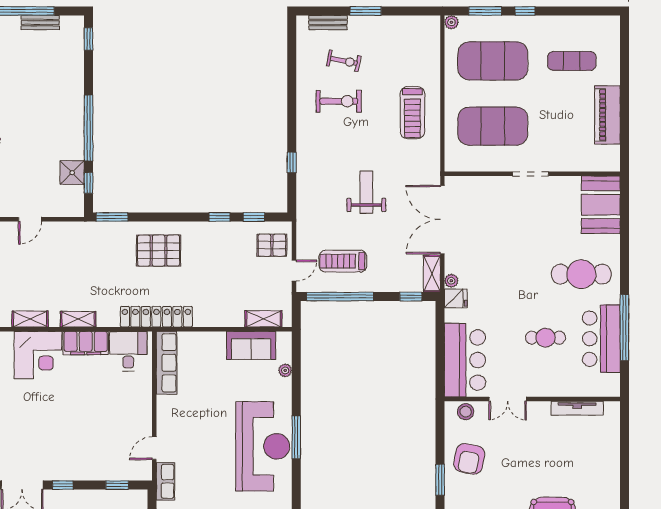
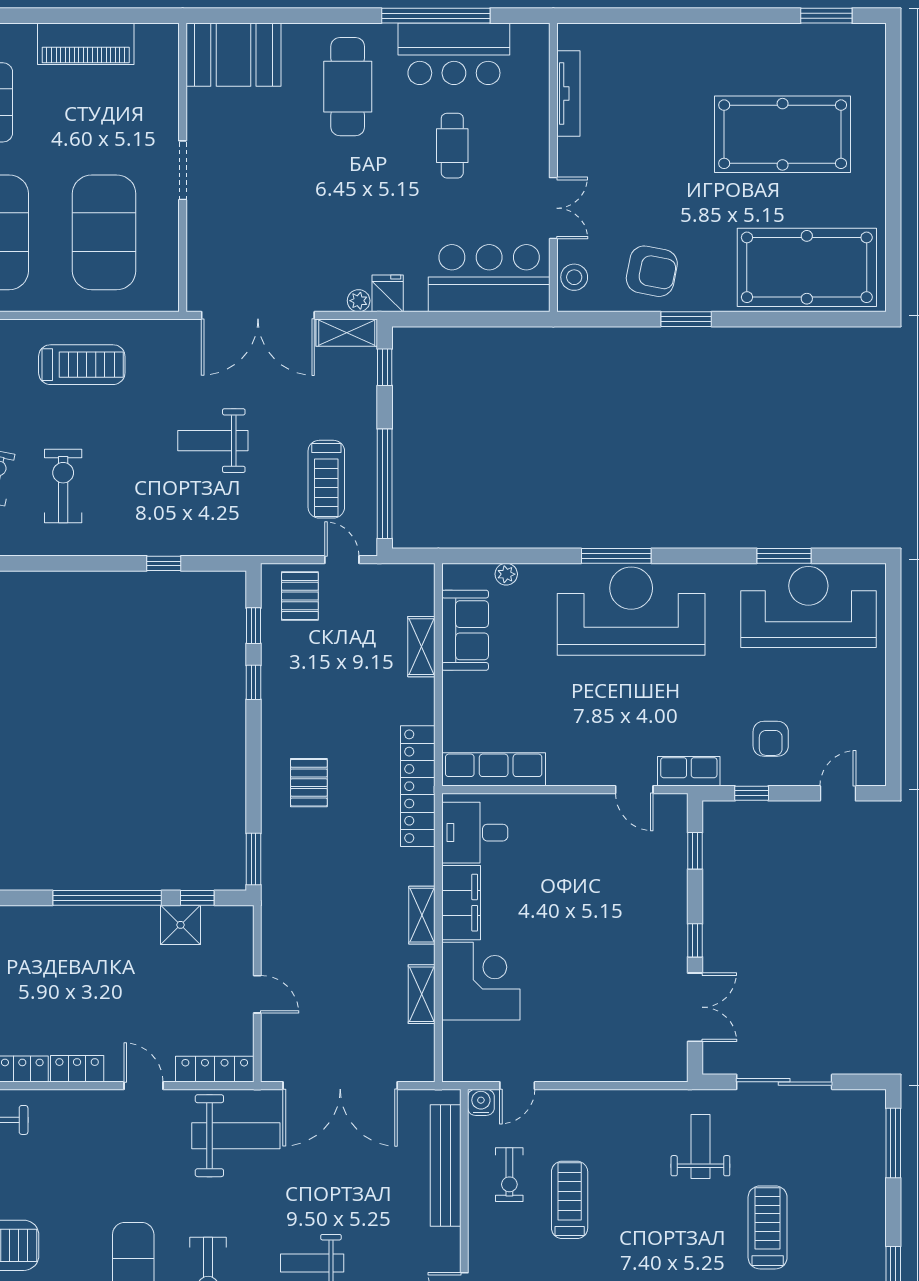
pallet: (159, 251) -> (309, 783), width x0.67, depth x0.71
shelving: (263, 319) -> (421, 647), moved

